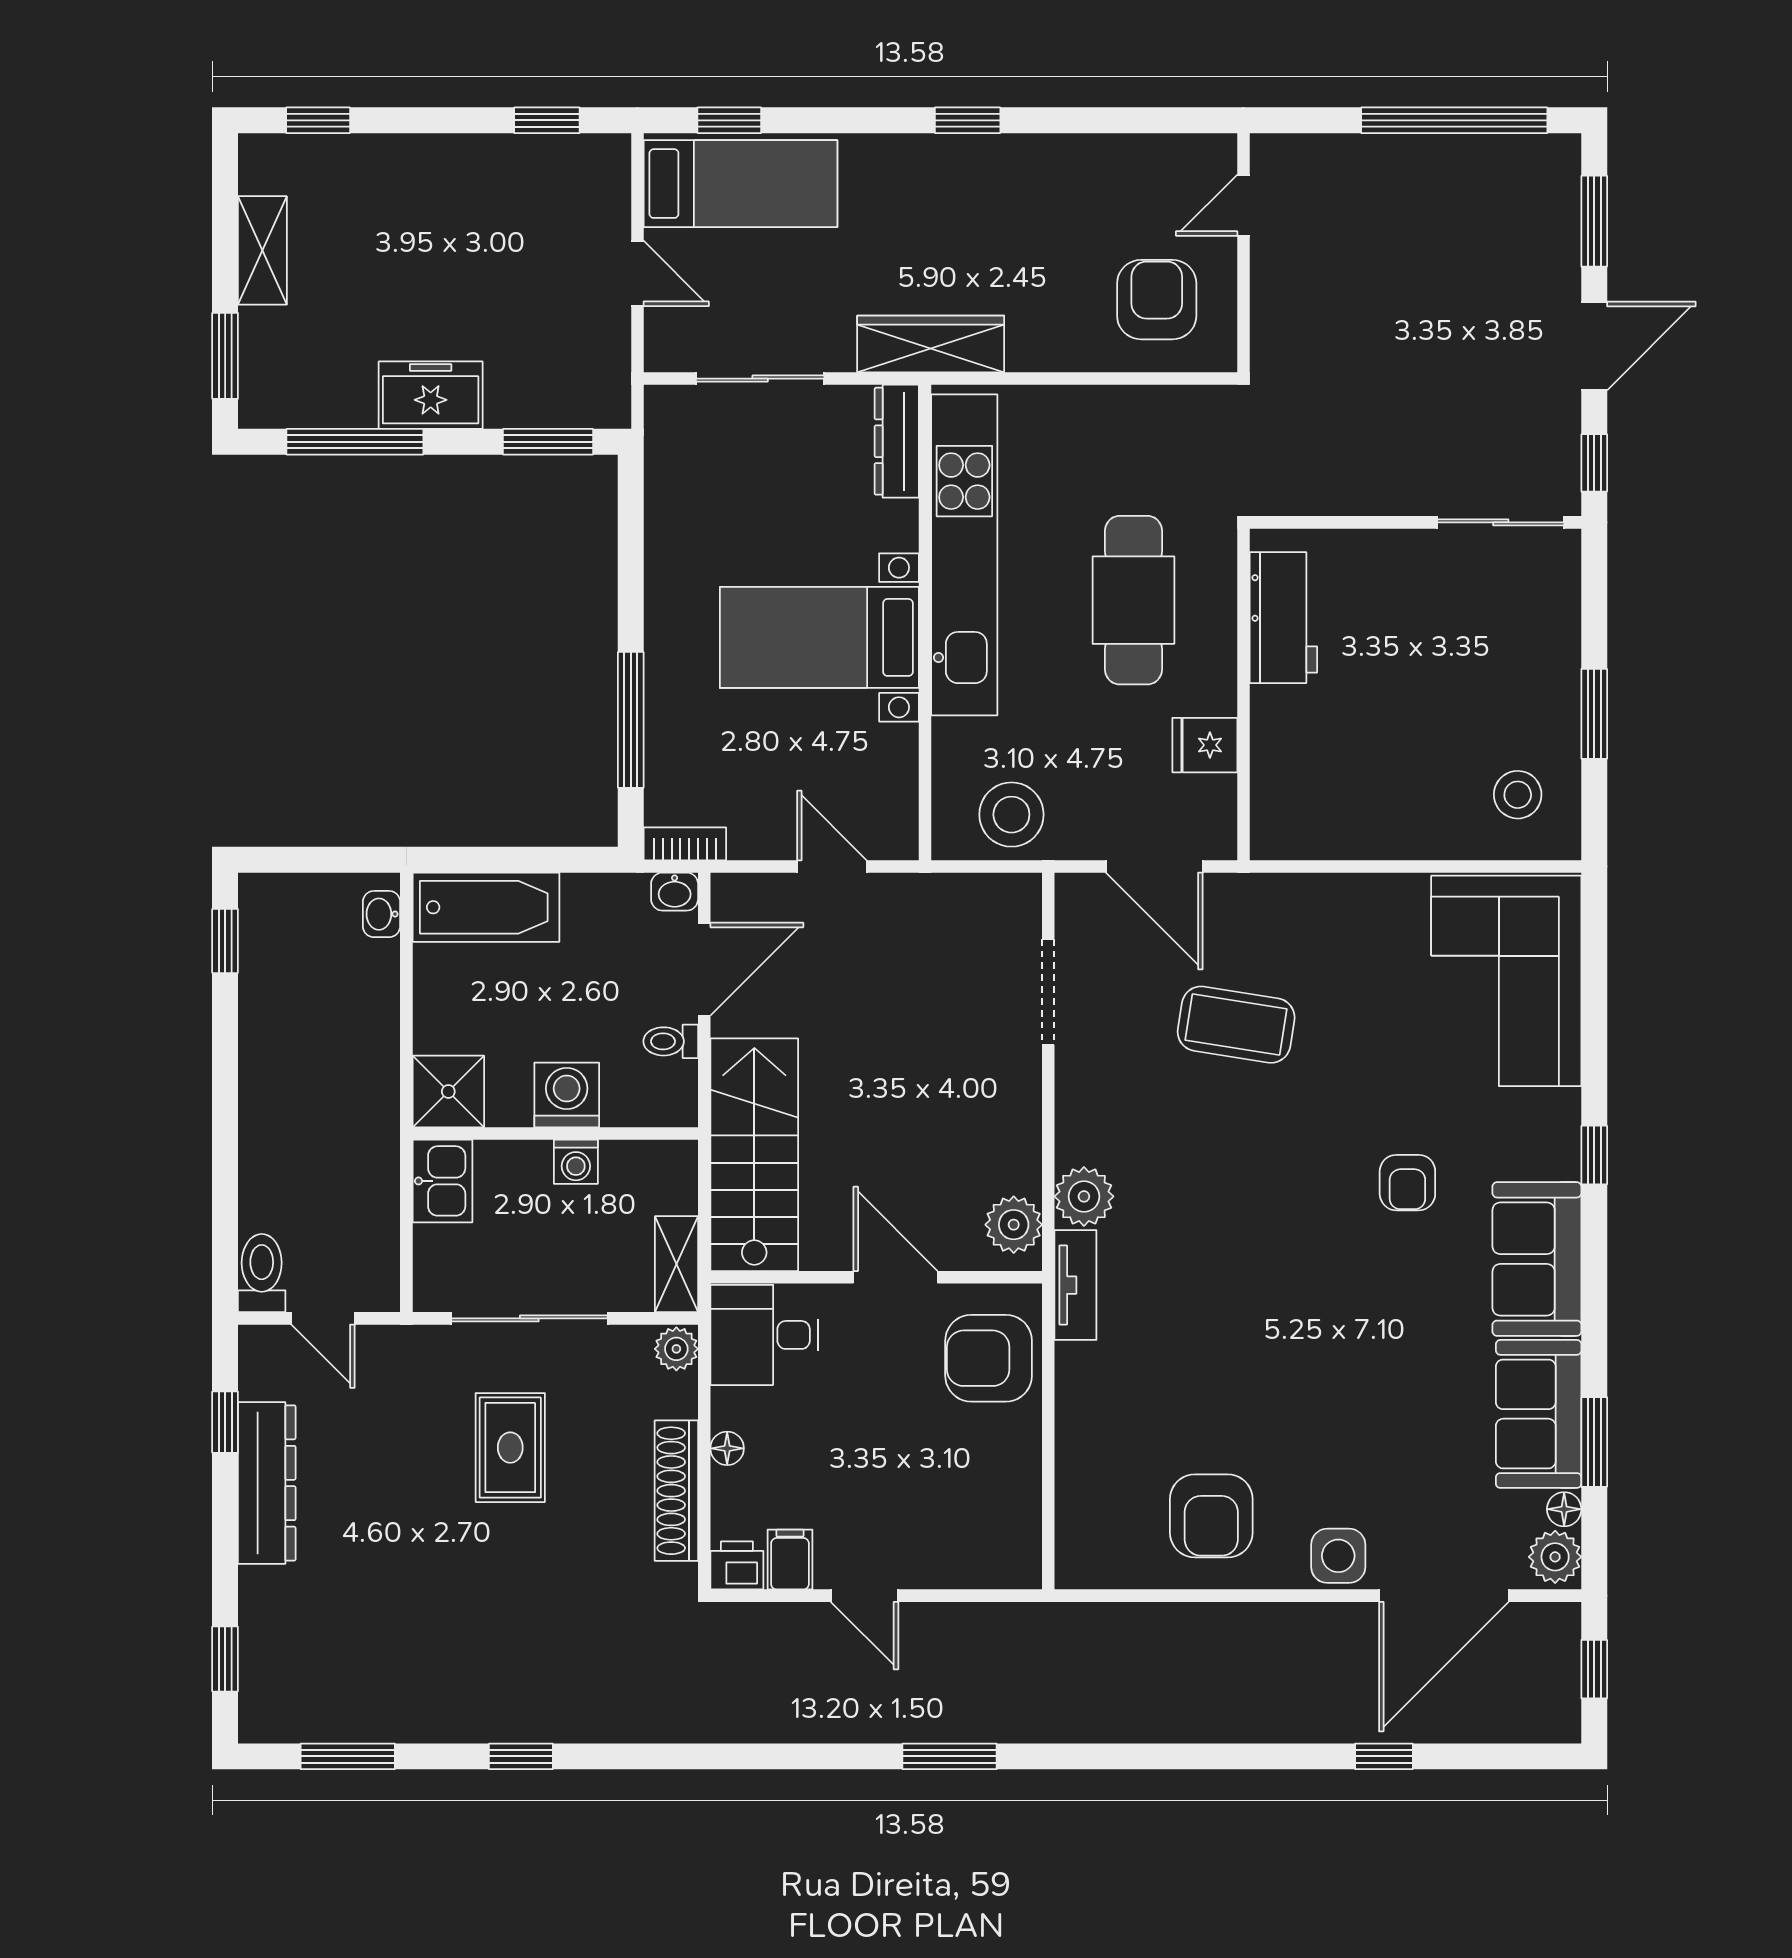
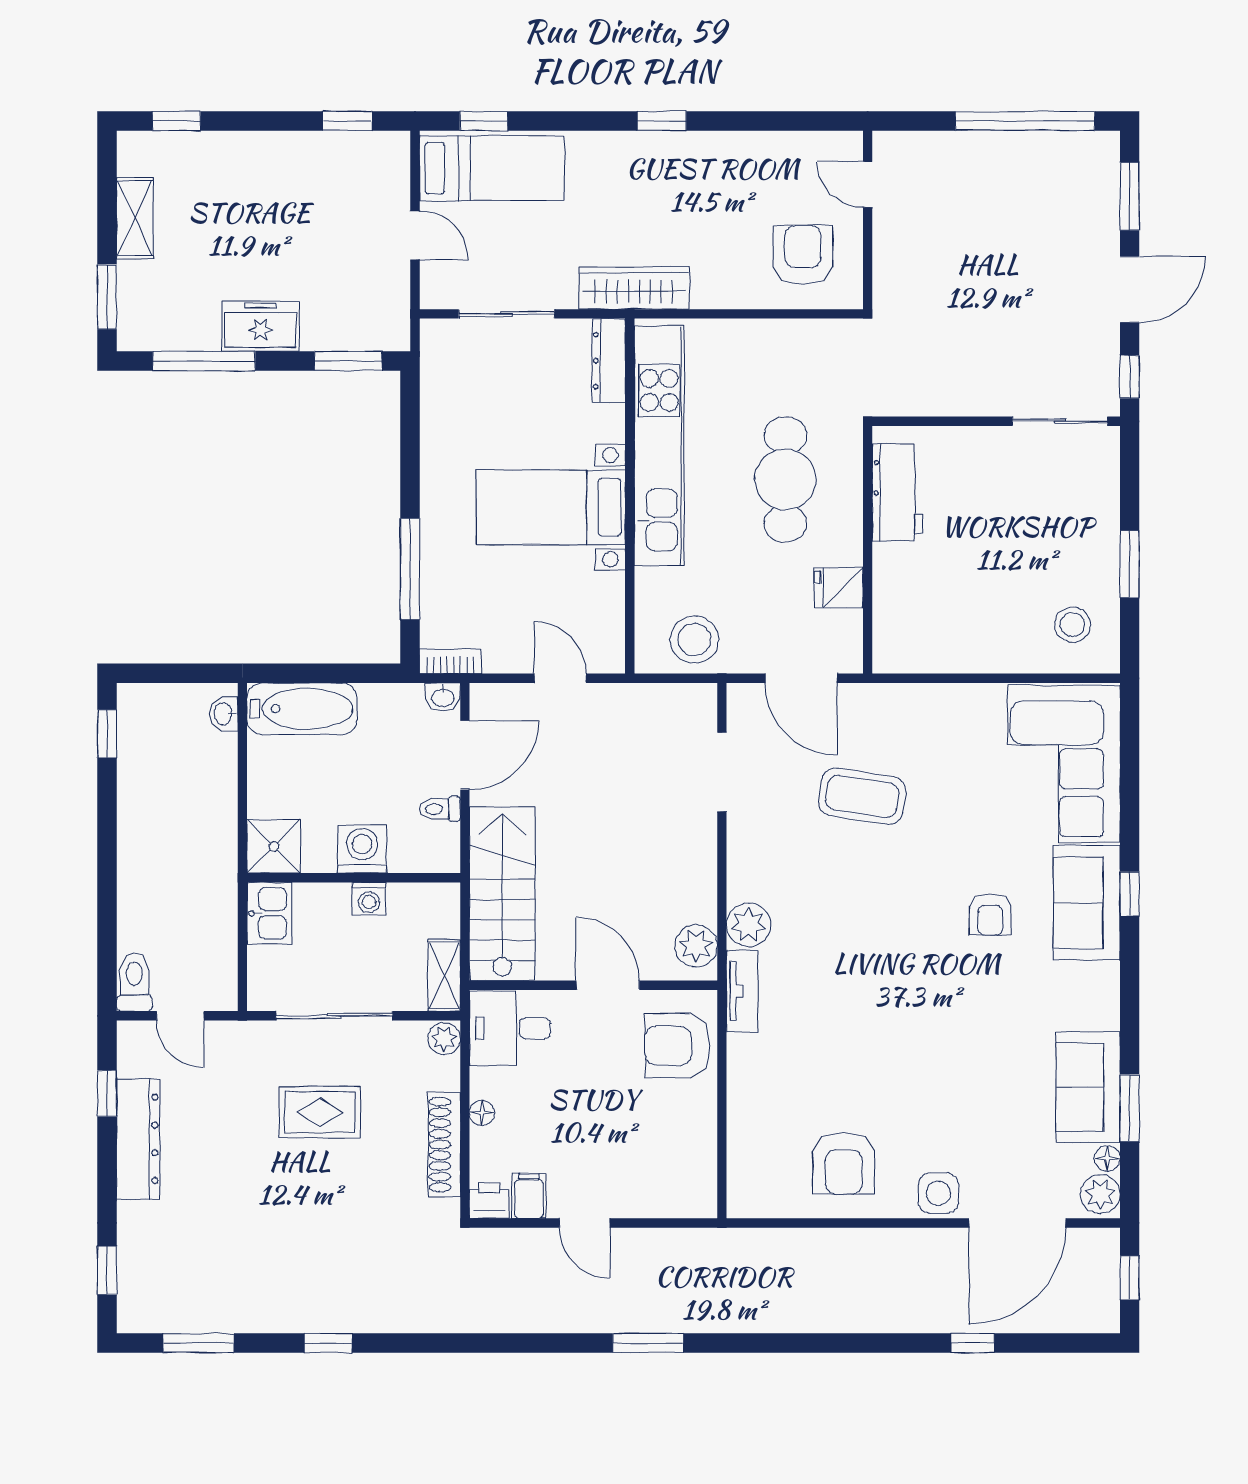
door: (1243, 205) -> (868, 184), hinge flipped
sofa: (1537, 1259) -> (1087, 903), moved
rug: (510, 1448) -> (320, 1112), turned 90

